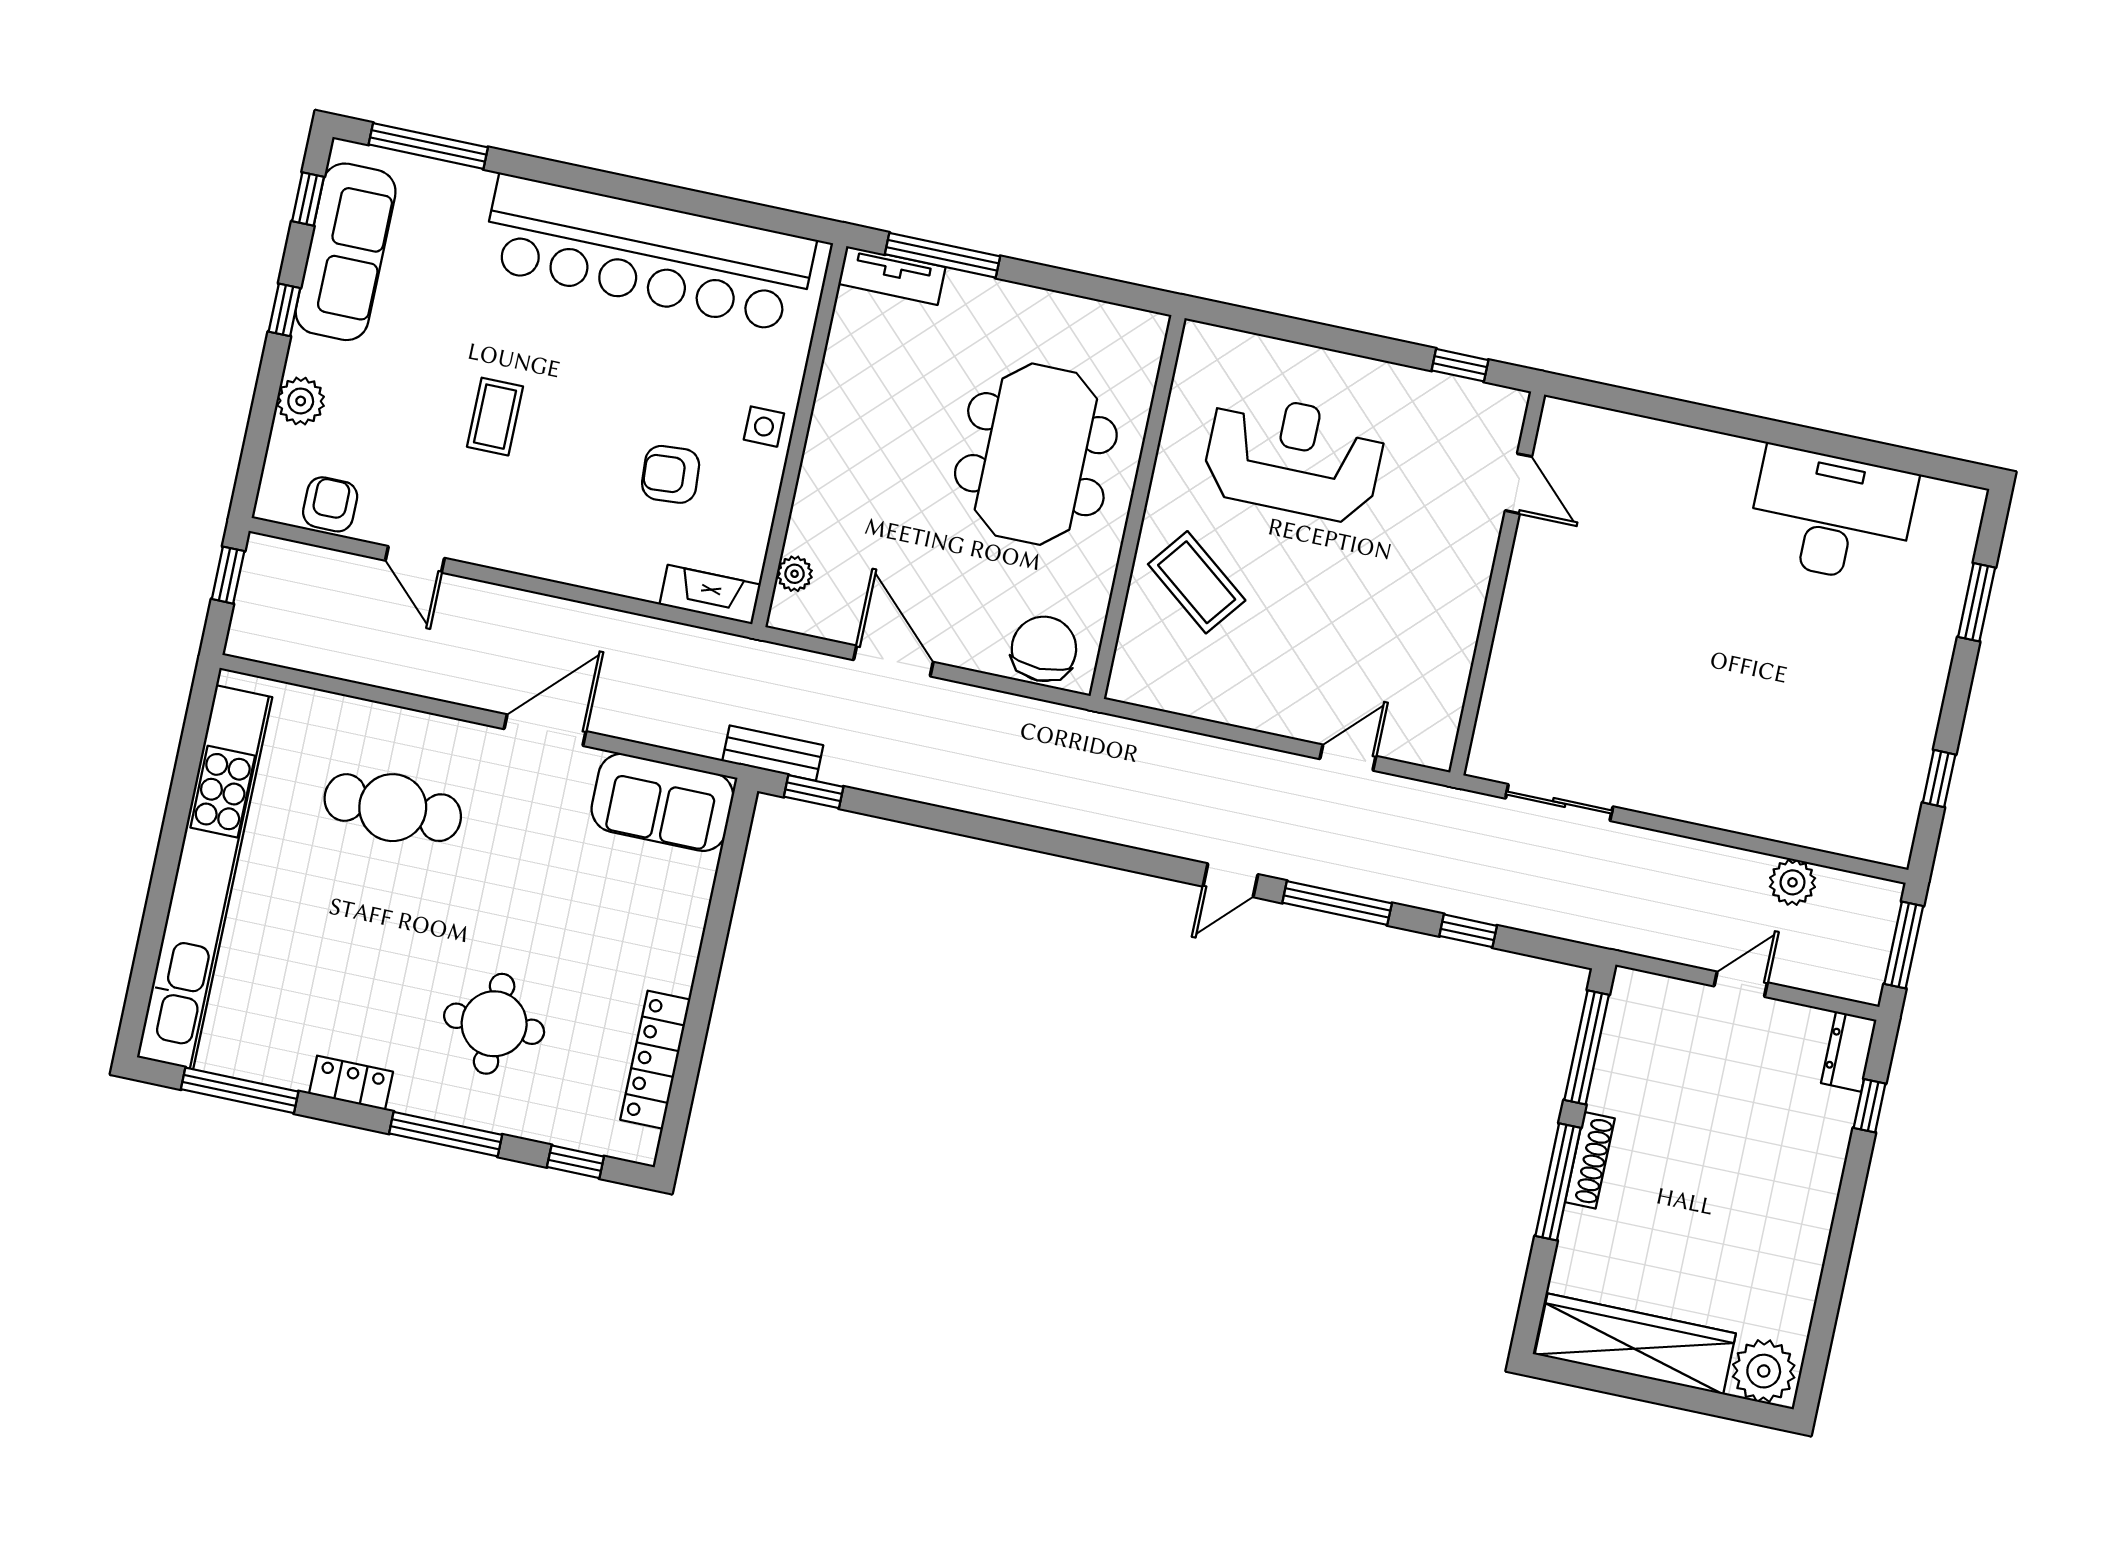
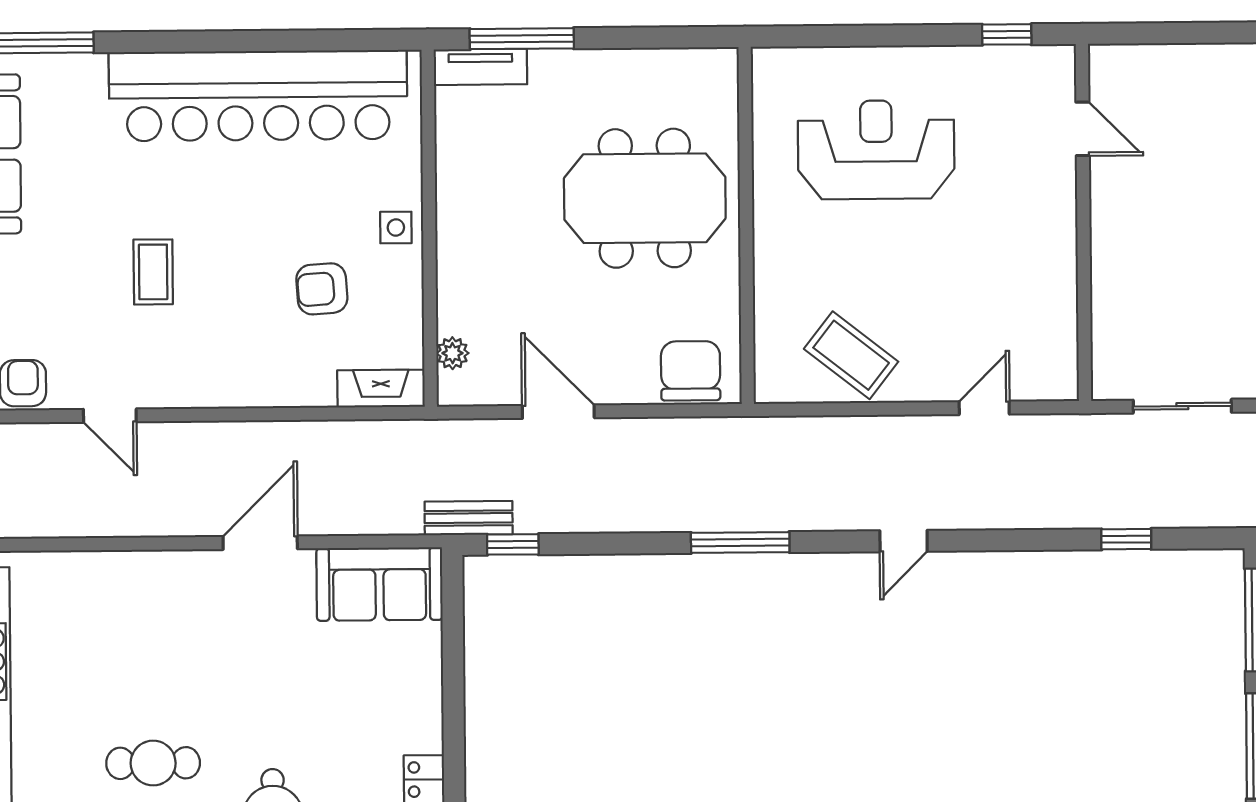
meeting table: (1036, 454) -> (645, 198), turned 90
coffee table: (1197, 582) -> (851, 355), moved
cafe table: (393, 808) -> (153, 763), moved, width x0.73, depth x0.74
window: (1337, 903) -> (740, 542), moved

